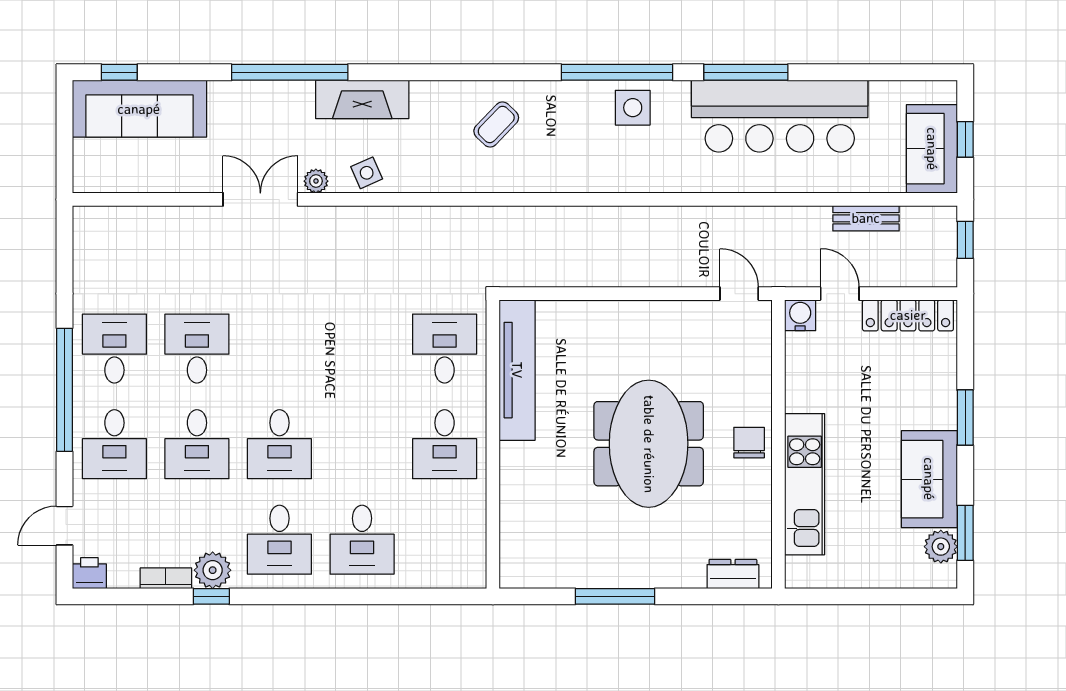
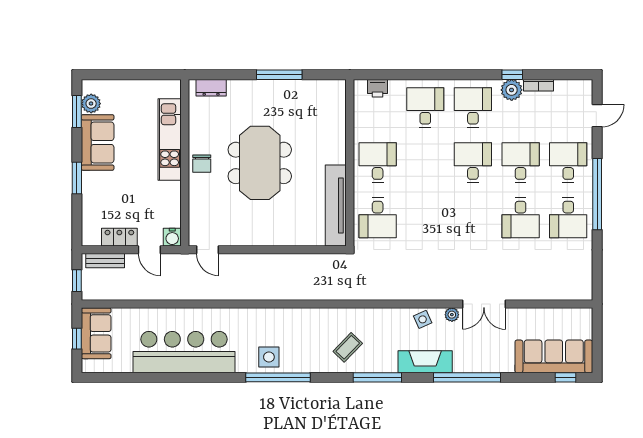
window: (746, 72) -> (377, 377), moved
bench: (866, 218) -> (105, 261), moved
locker: (908, 315) -> (119, 237), width x0.66
printer: (89, 573) -> (377, 88), moved

